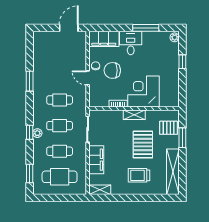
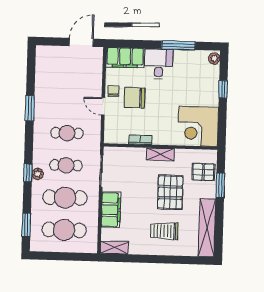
corner desk: (144, 92) -> (198, 126), moved, turned -90
cafe table: (60, 151) -> (65, 198), width x1.37, depth x1.35

